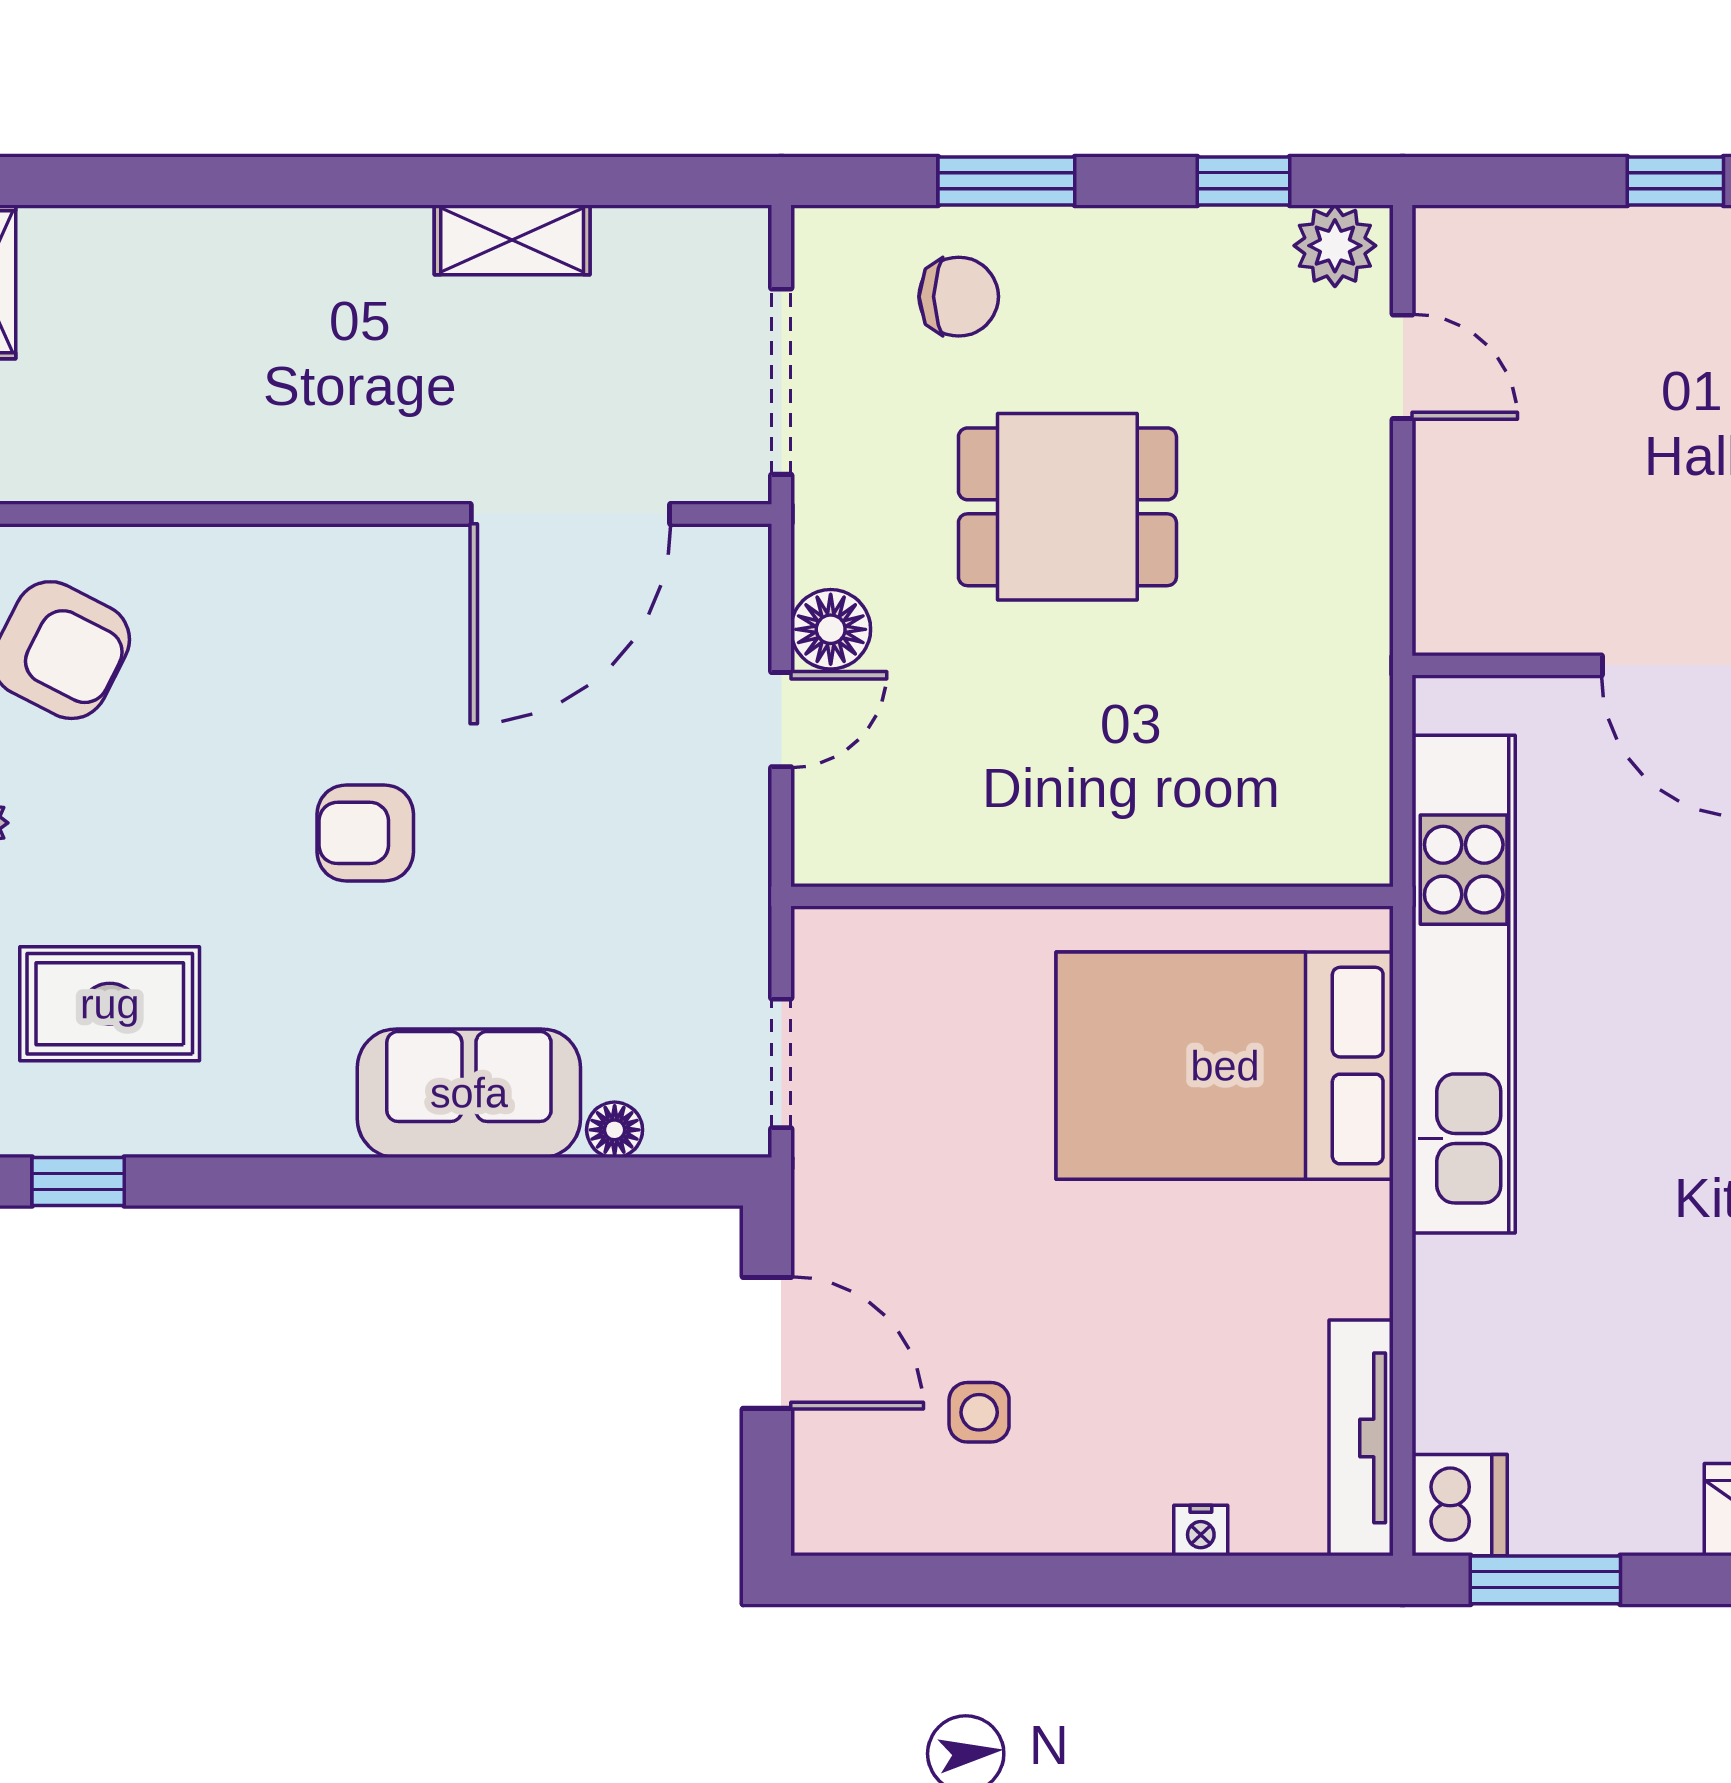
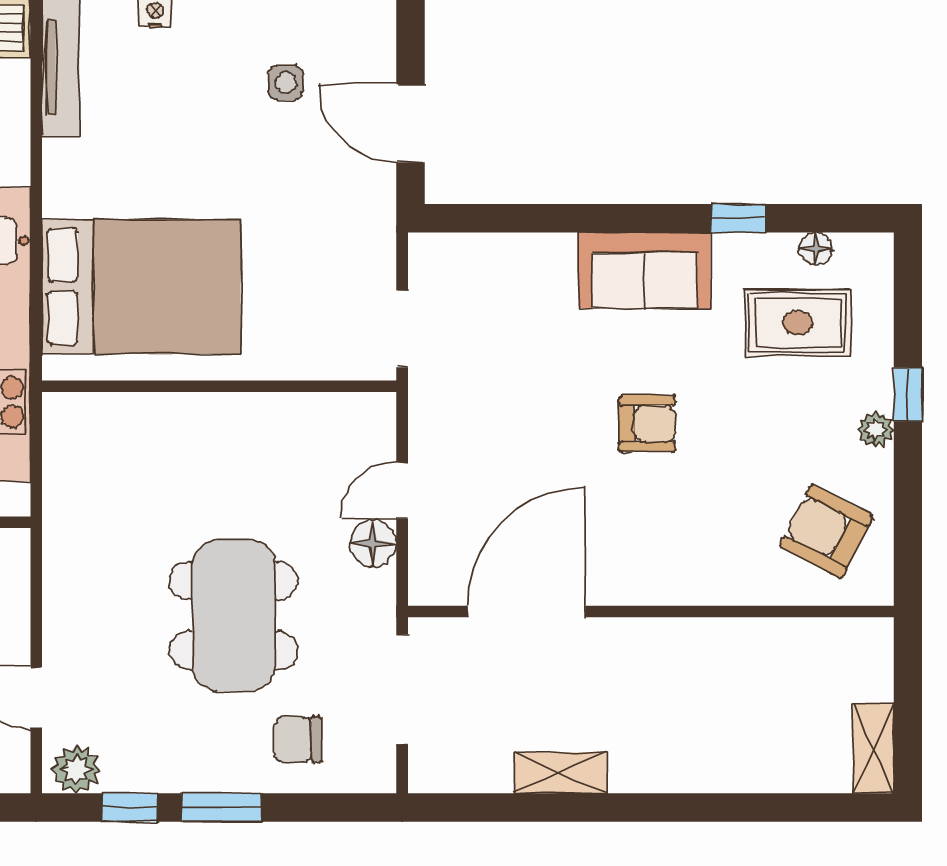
window: (1006, 181) -> (222, 808), moved
dining table: (1067, 507) -> (234, 616), width x1.38
doorway: (781, 1063) -> (402, 329), moved
sofa: (469, 1093) -> (645, 270), moved
floor lamp: (615, 1130) -> (816, 249), moved
window: (78, 1182) -> (738, 218), moved

